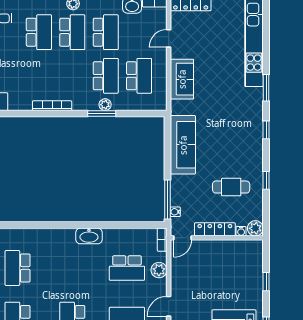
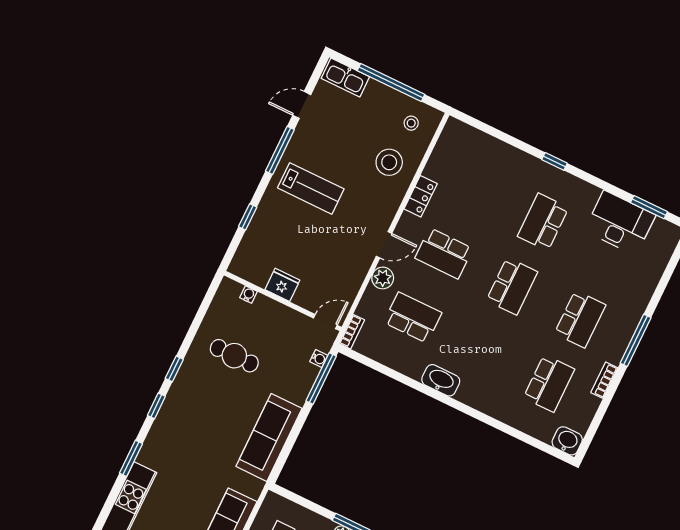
window: (266, 180) -> (174, 369), moved
plant: (255, 228) -> (229, 290), removed
locker: (215, 229) -> (280, 313), removed
fridge: (222, 248) -> (282, 285), added
plant: (159, 270) -> (383, 278), moved

